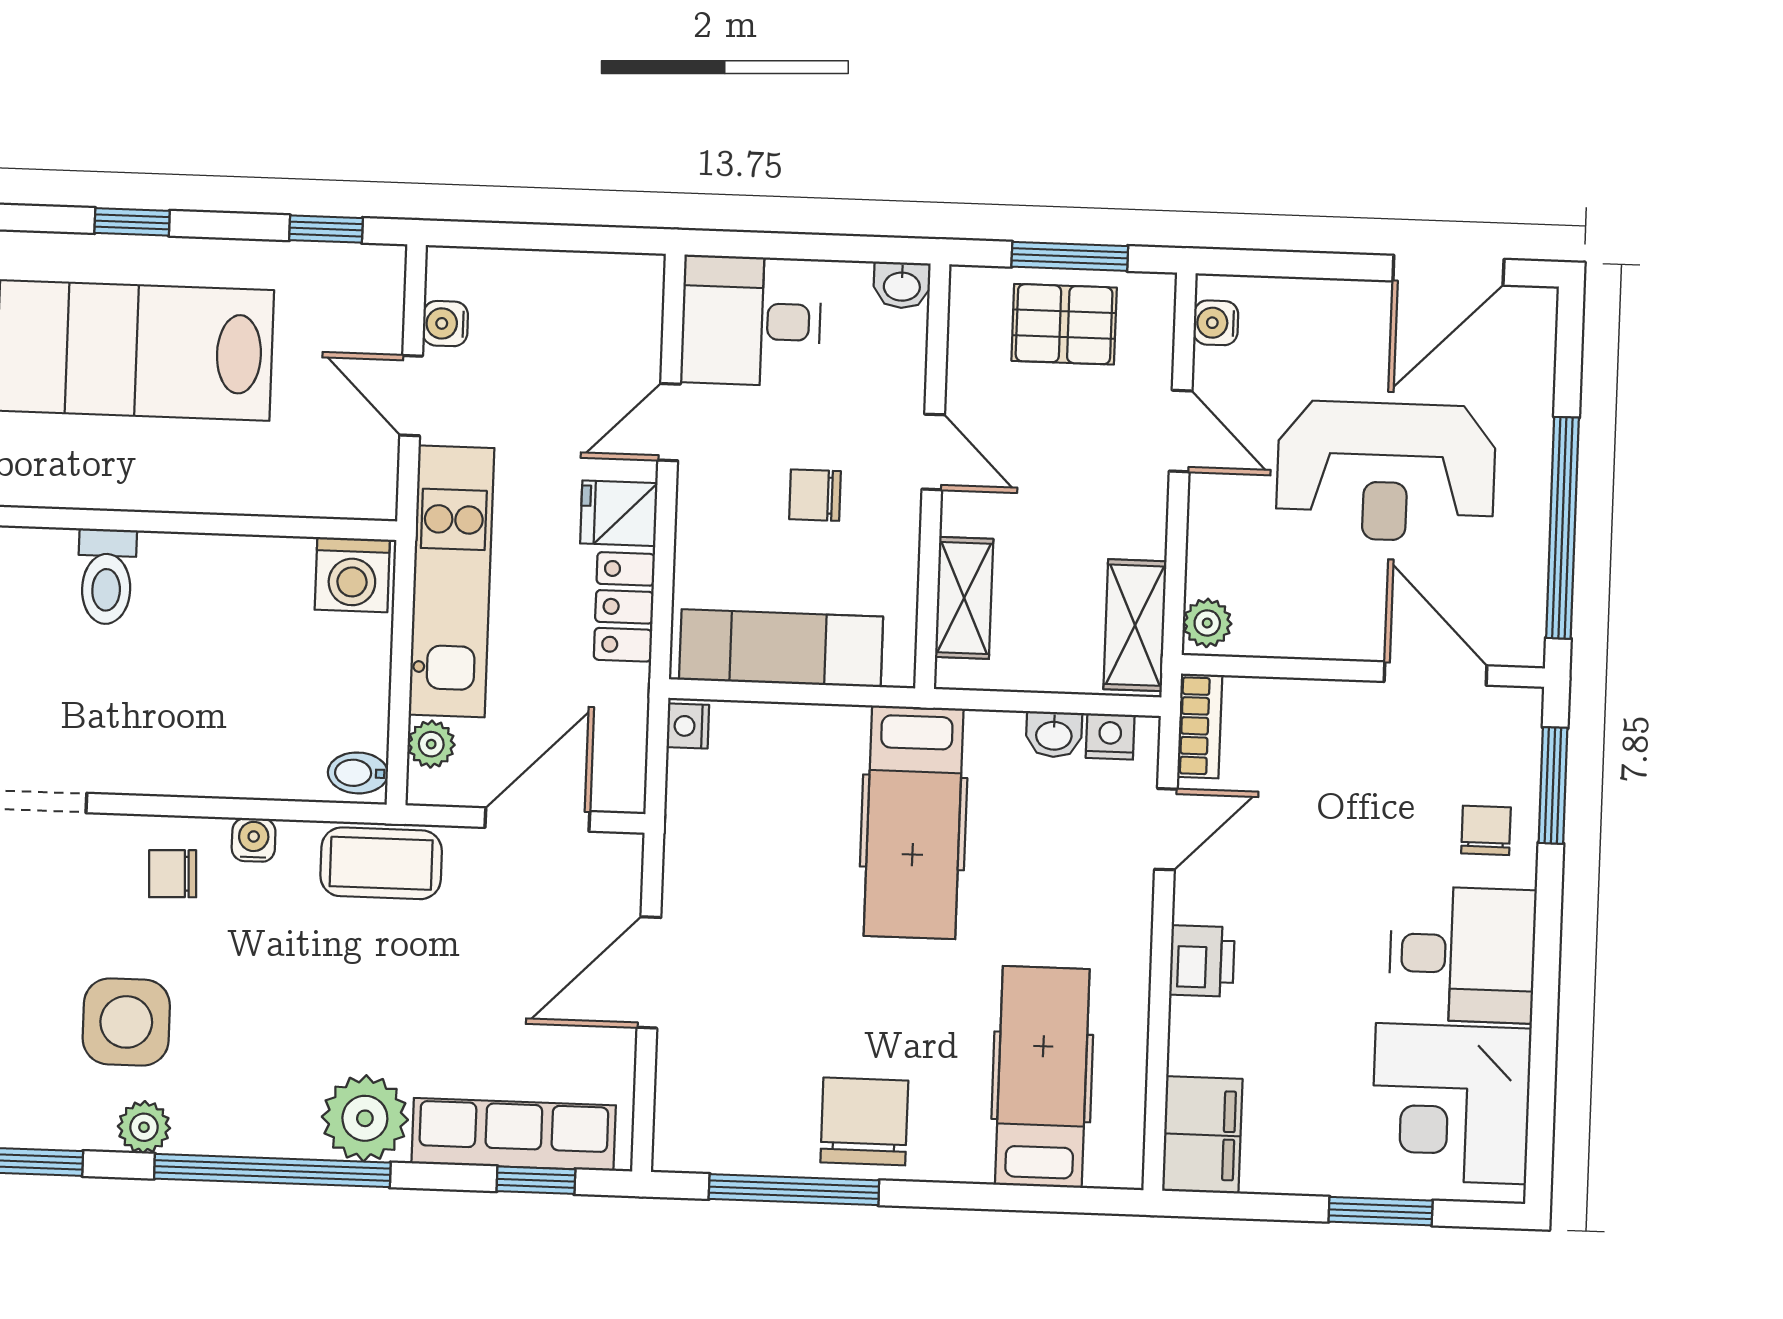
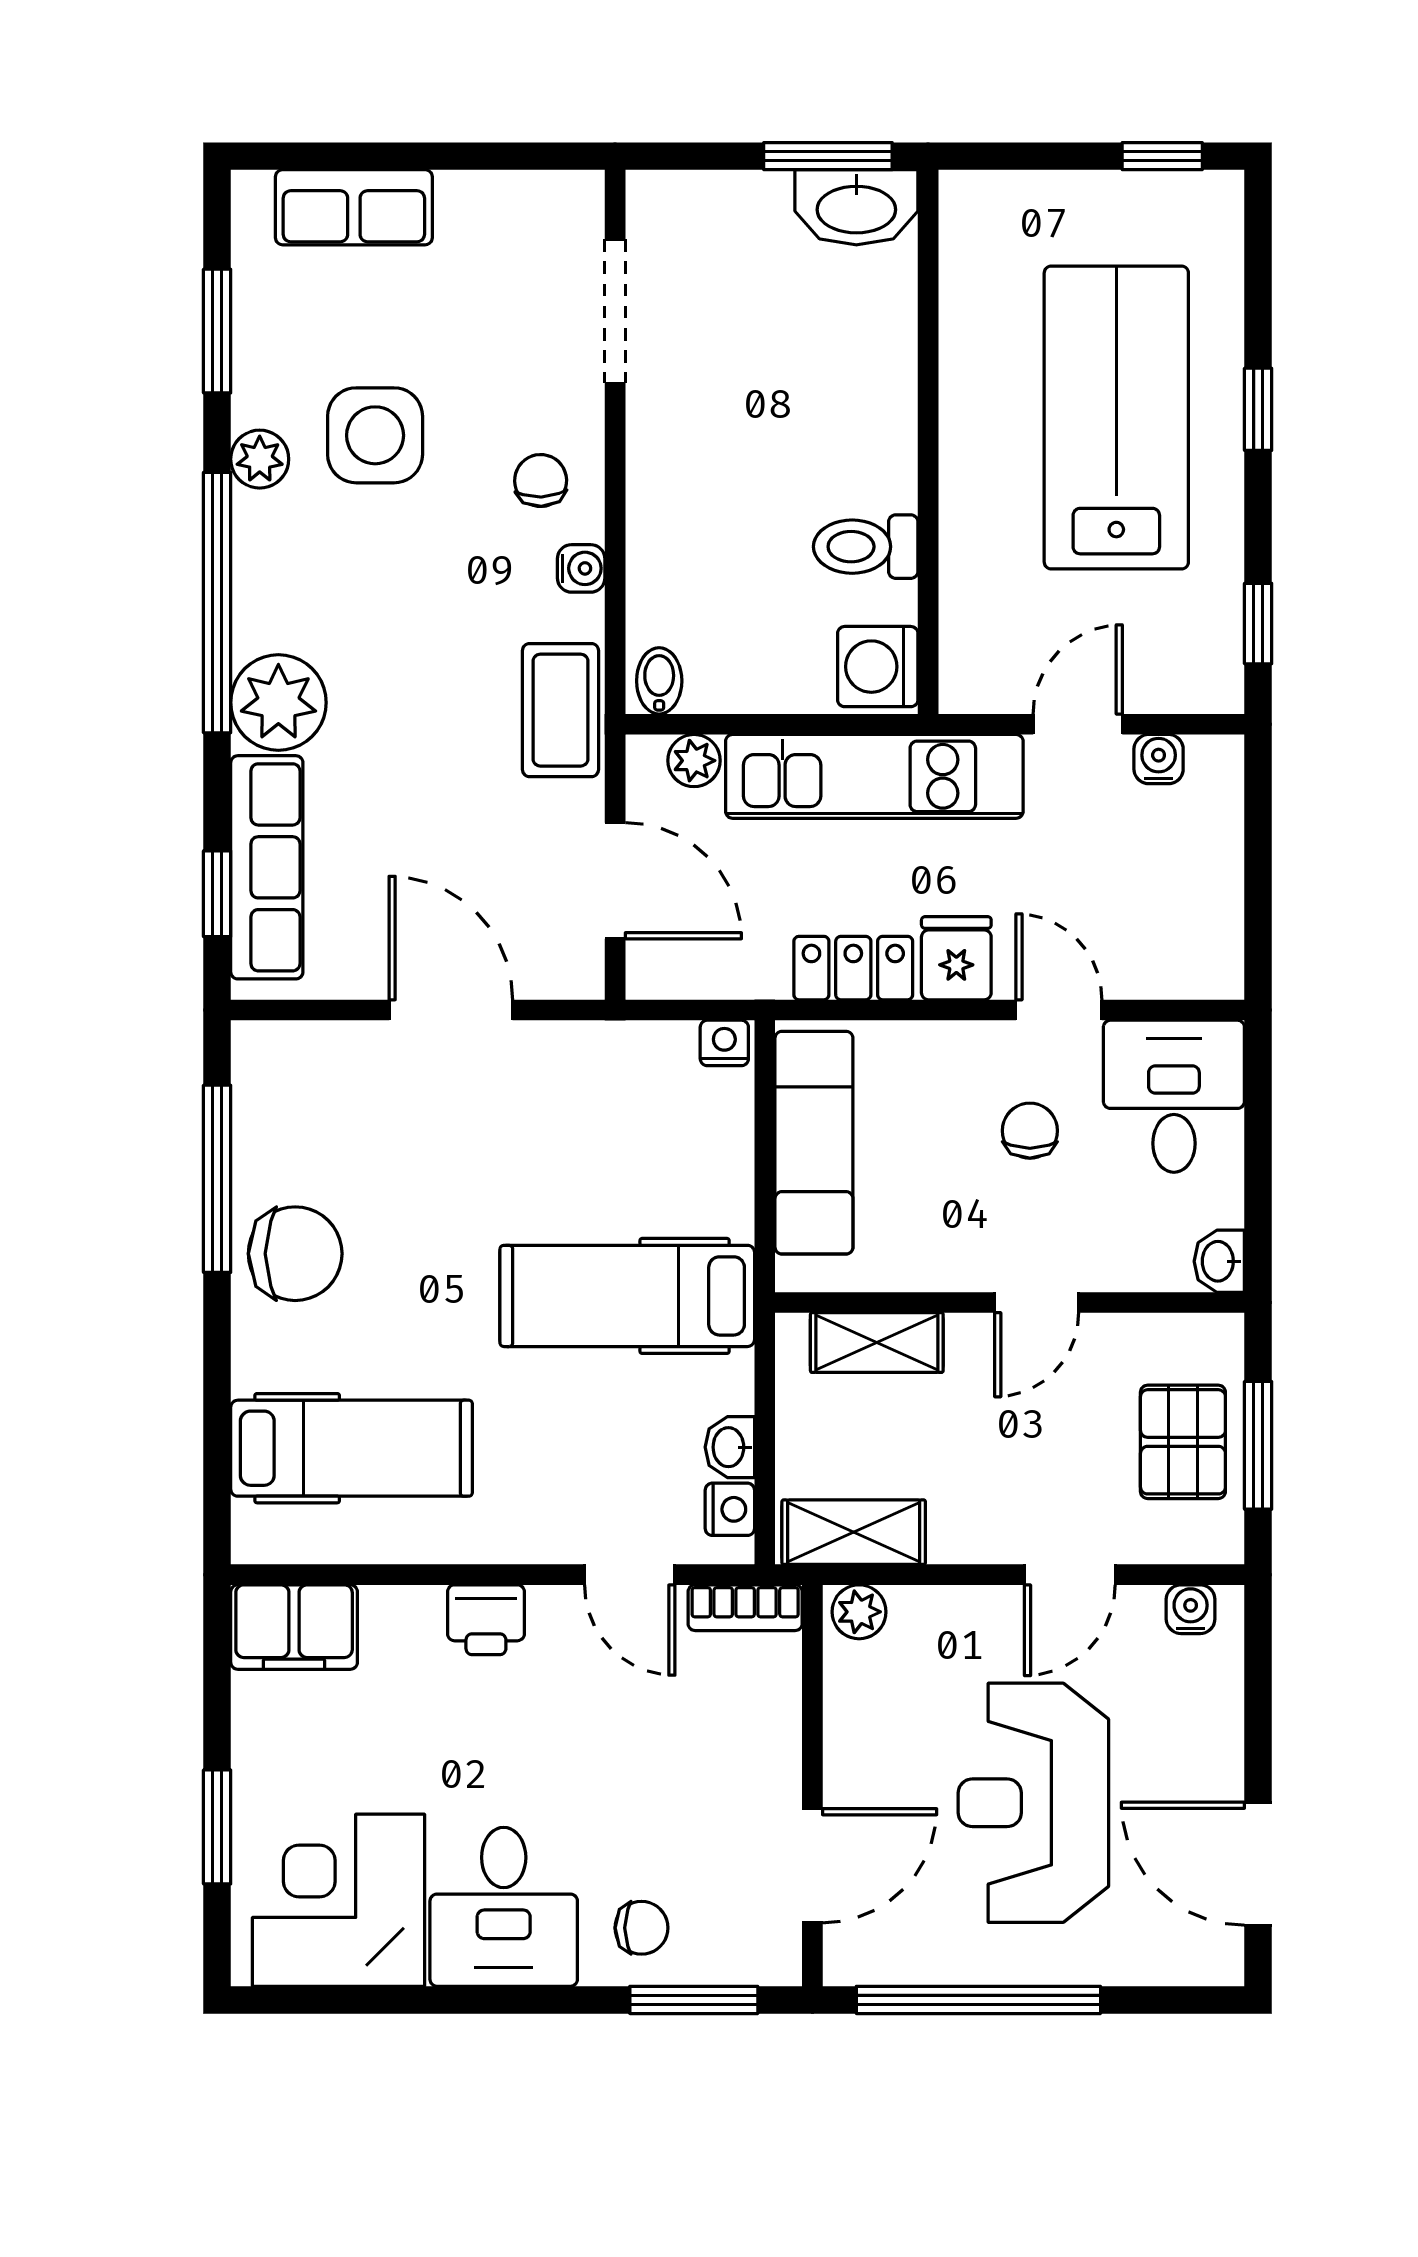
chair: (815, 495) -> (1030, 1131), moved
toilet: (107, 577) -> (866, 547), moved

